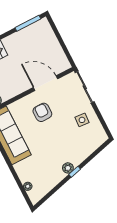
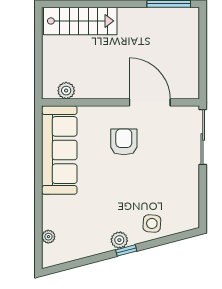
side table: (82, 120) -> (152, 223), moved

